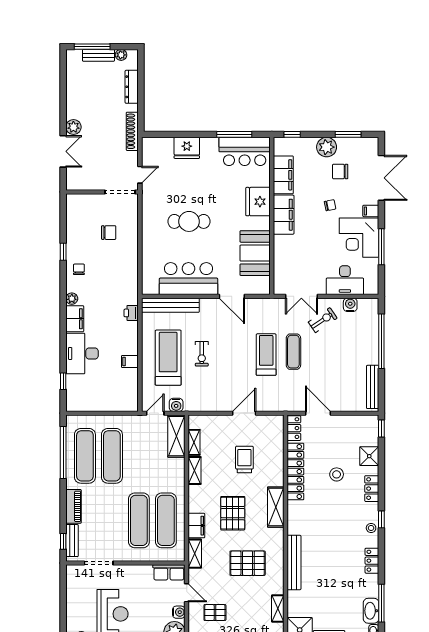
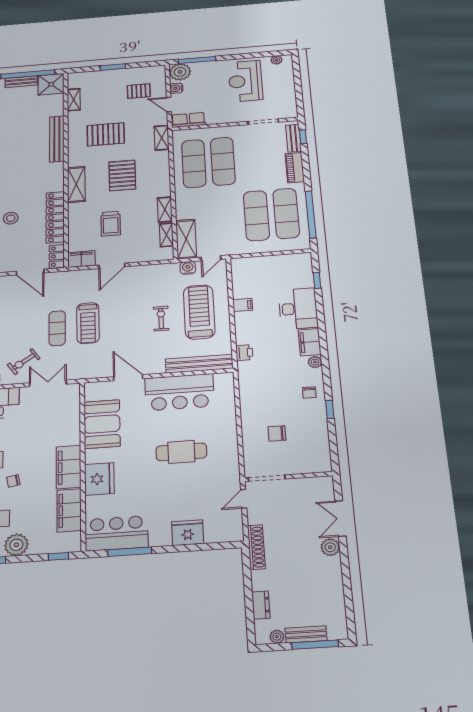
dresser: (132, 87) -> (261, 605), width x0.70
treadmill: (168, 358) -> (199, 312), turned 180
filing cabinet: (196, 526) -> (81, 259), moved, turned 90

